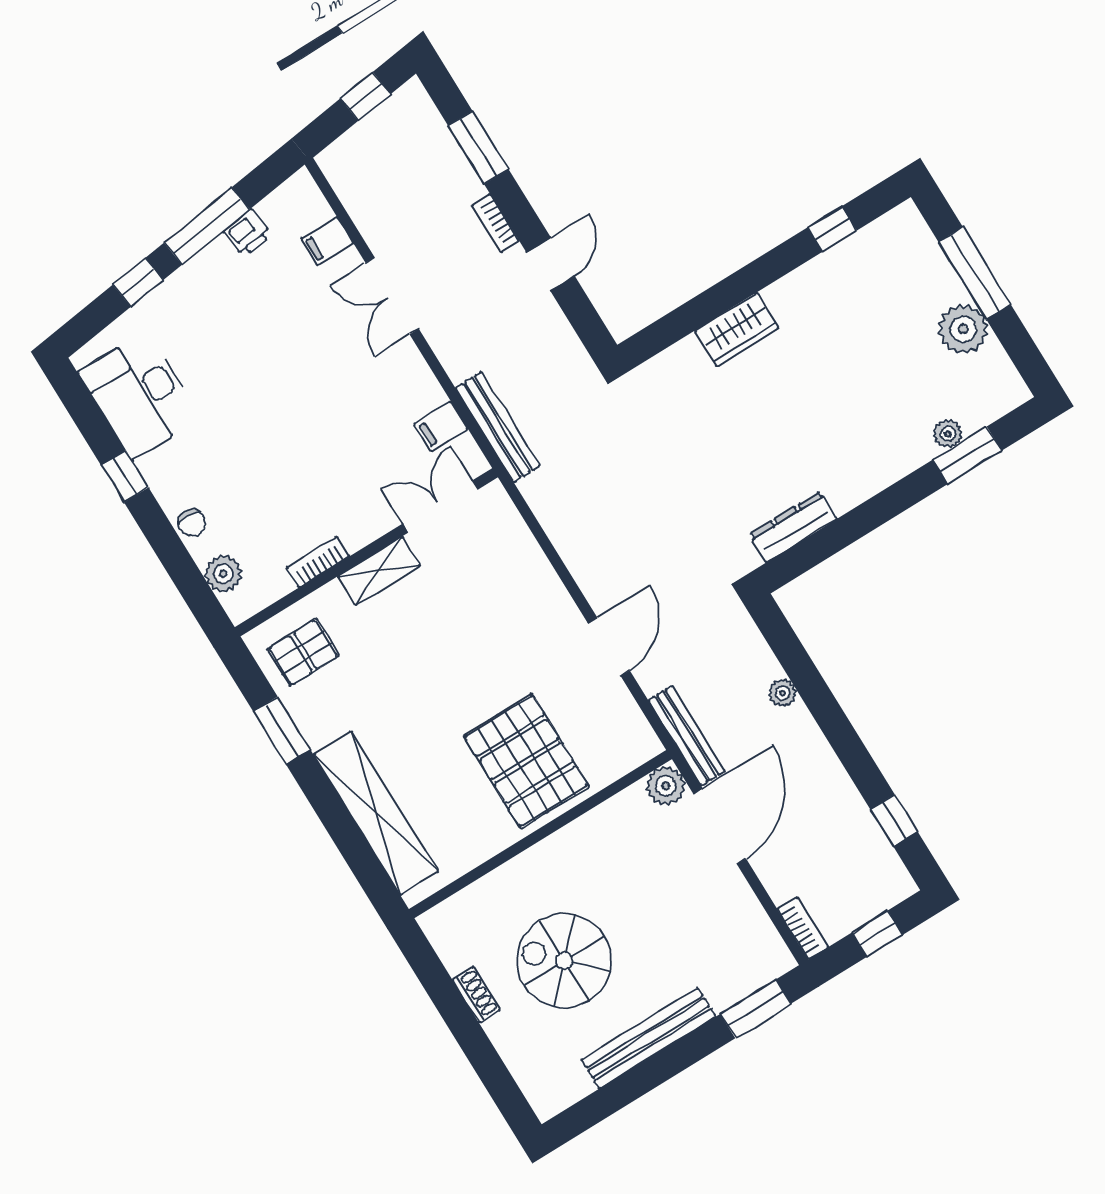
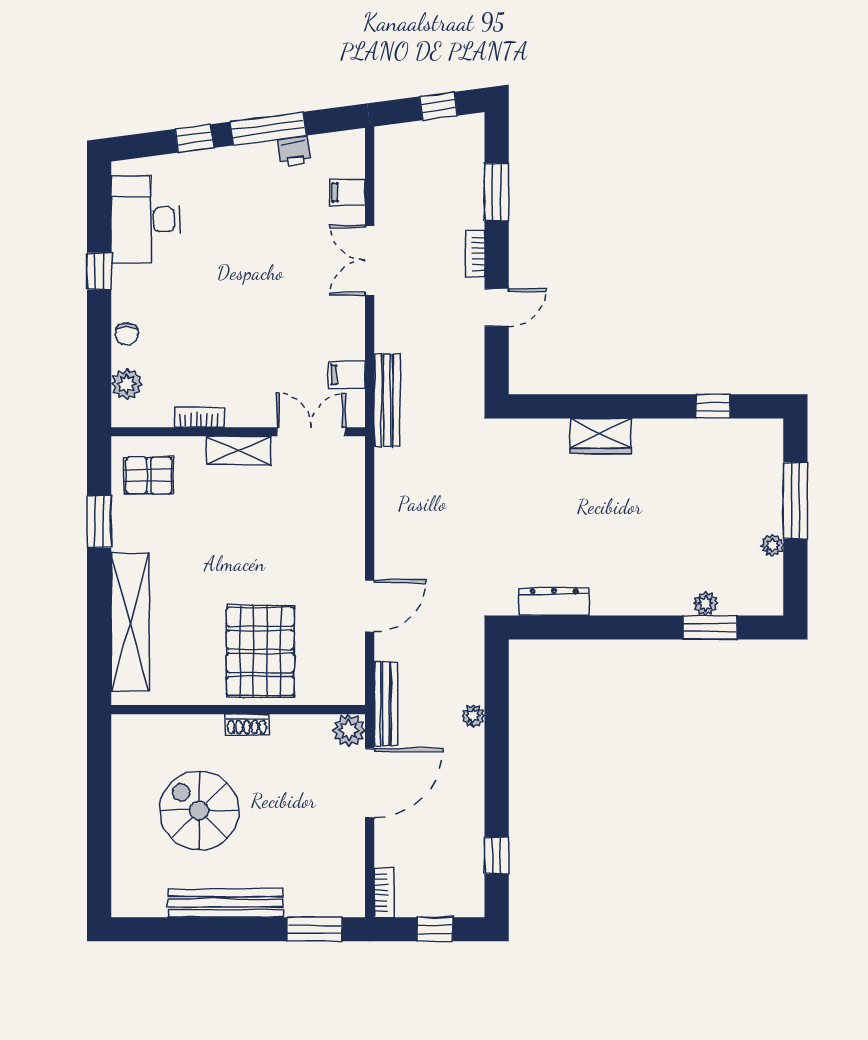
plant: (963, 329) -> (772, 545), width x0.53, depth x0.53
shoe rack: (476, 995) -> (247, 725), moved, turned 90

